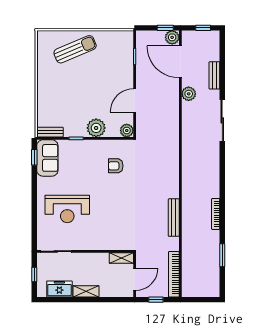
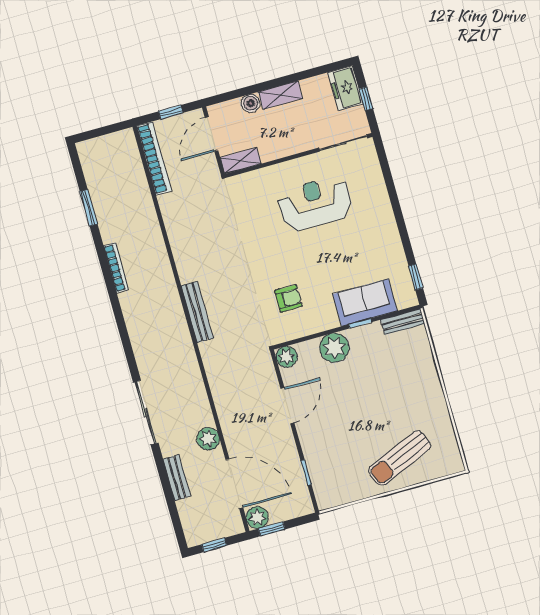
sofa: (47, 158) -> (365, 303), moved, turned 90
reception desk: (67, 209) -> (315, 204), moved
bench: (174, 218) -> (197, 312), moved
freezer: (59, 289) -> (345, 88), moved, turned 90
boiler: (106, 291) -> (251, 103), added

